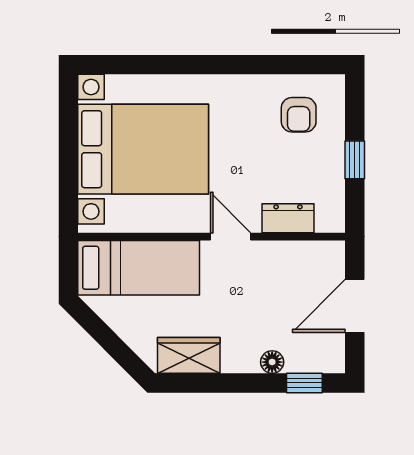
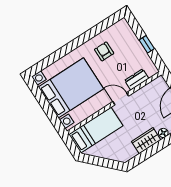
armchair: (299, 115) -> (104, 51), moved, turned 180
wardrobe: (189, 355) -> (146, 141), moved

